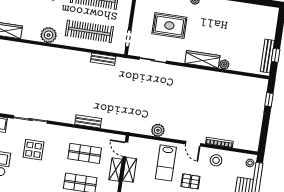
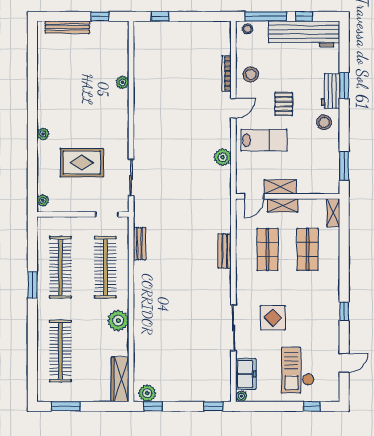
rug: (169, 25) -> (82, 163), turned 90
bench: (267, 56) -> (67, 27), moved
wardrobe: (202, 59) -> (120, 112), removed

